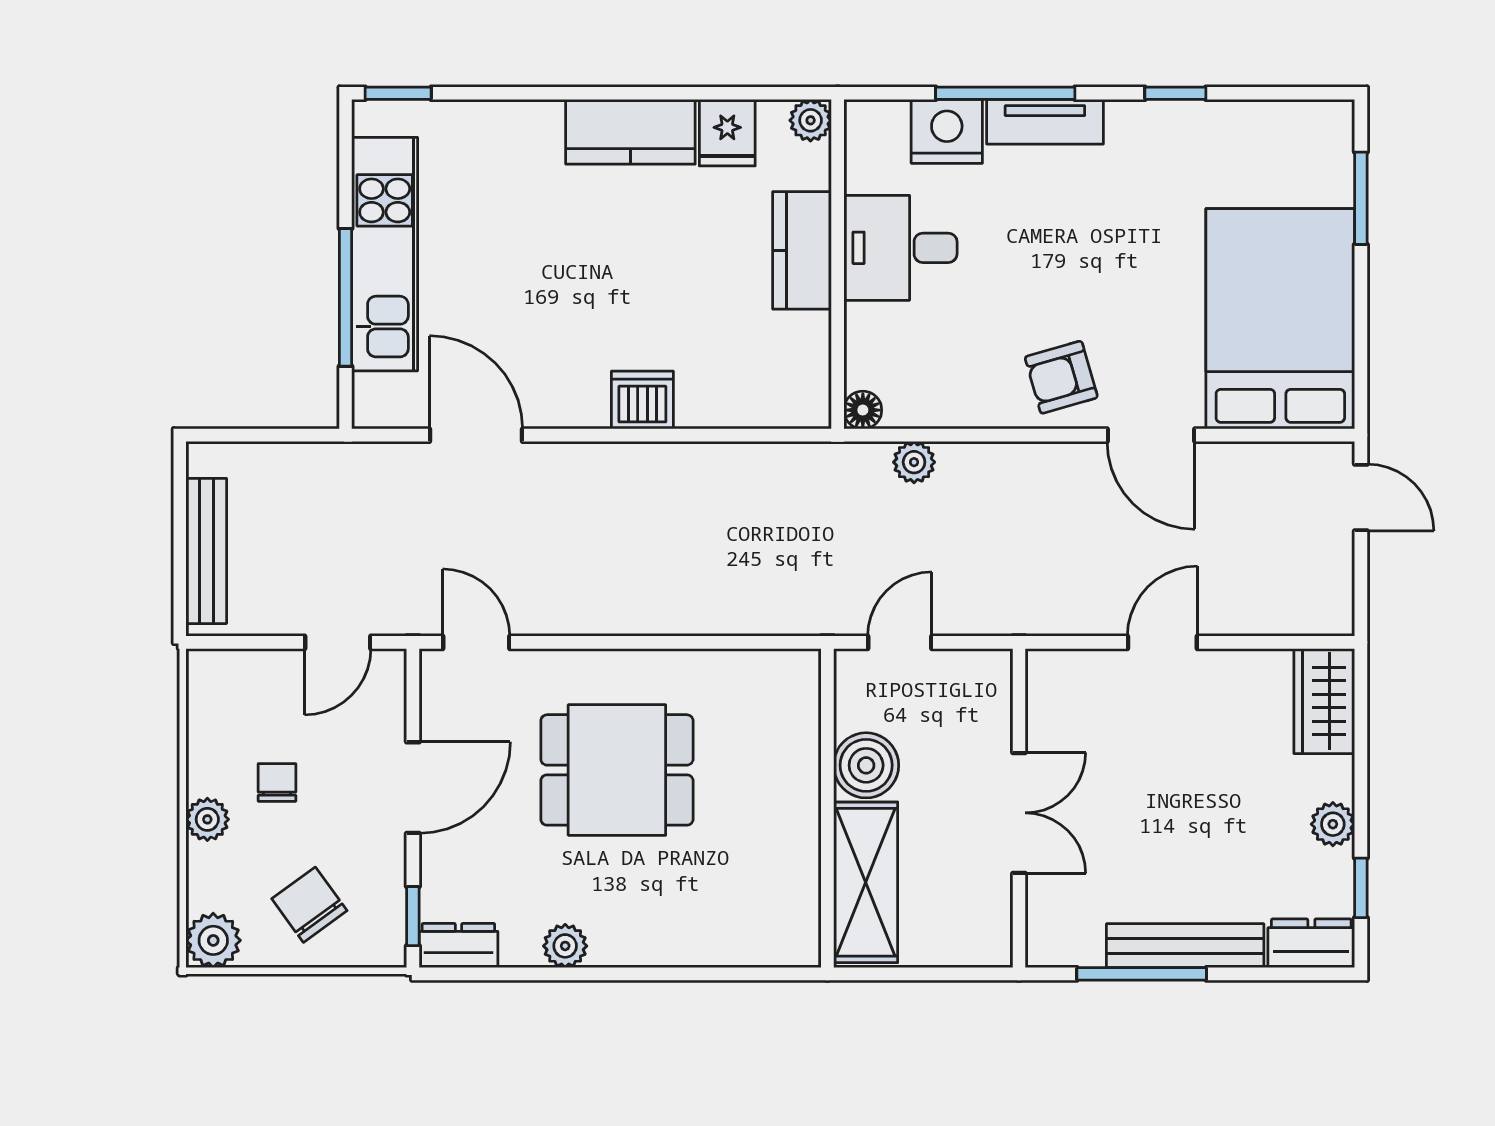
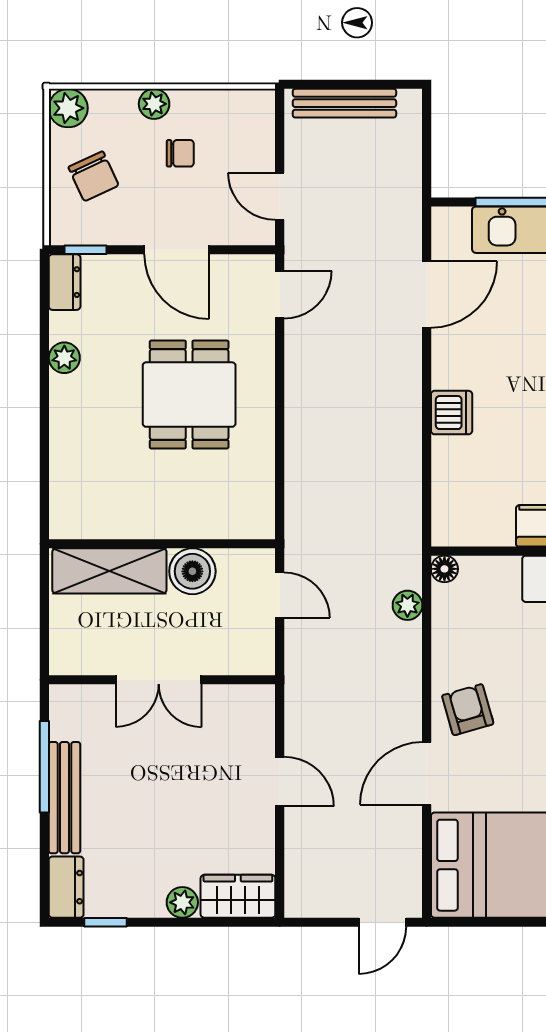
plant: (1333, 824) -> (182, 902), moved
chair: (309, 905) -> (93, 176), turned 101

